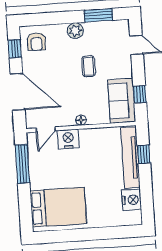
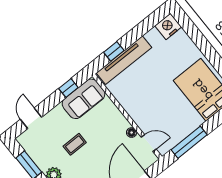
floor lamp: (81, 120) -> (132, 133), moved
nightstand: (68, 139) -> (144, 120), removed
nightstand: (132, 200) -> (168, 26), moved

